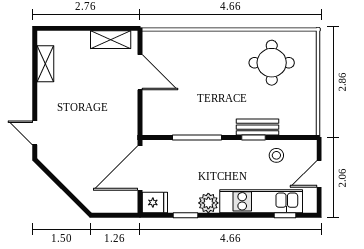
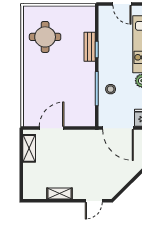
shelving: (45, 64) -> (60, 194), moved
stool: (276, 155) -> (111, 89), moved

